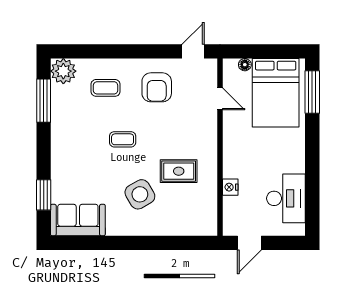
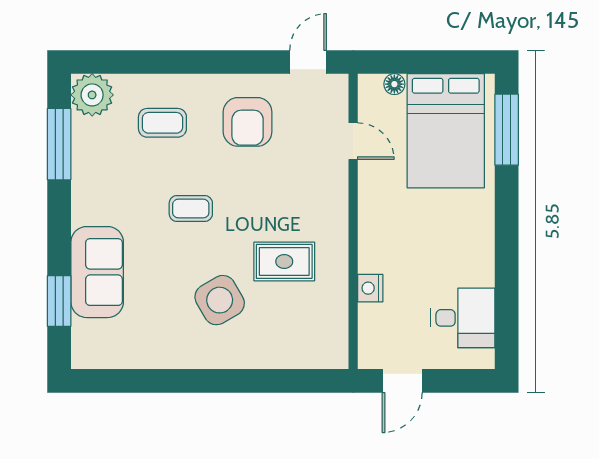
desk: (286, 198) -> (463, 318), width x0.73
sofa: (78, 220) -> (97, 272), moved, turned 90

